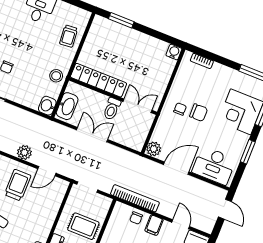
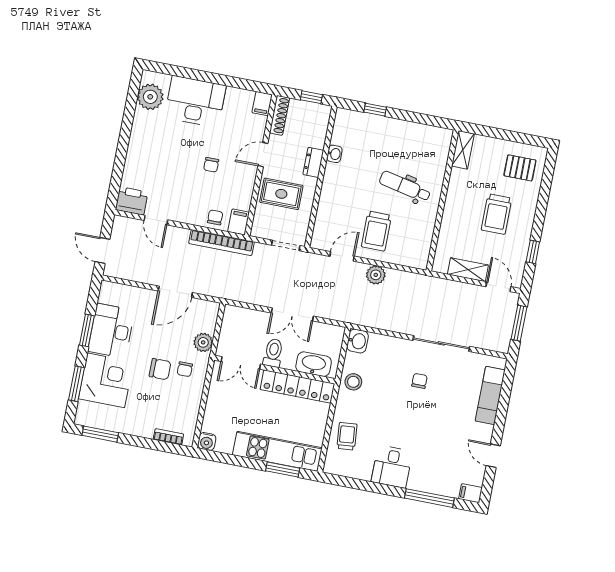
kitchen unit: (123, 35) -> (277, 451), added
washbasin: (67, 106) -> (314, 364), moved, turned 90
chair: (199, 113) -> (160, 369), turned 180
plant: (154, 149) -> (203, 342), moved
desk: (214, 166) -> (111, 331), moved, turned -90
filing cabinet: (154, 225) -> (239, 222), moved

